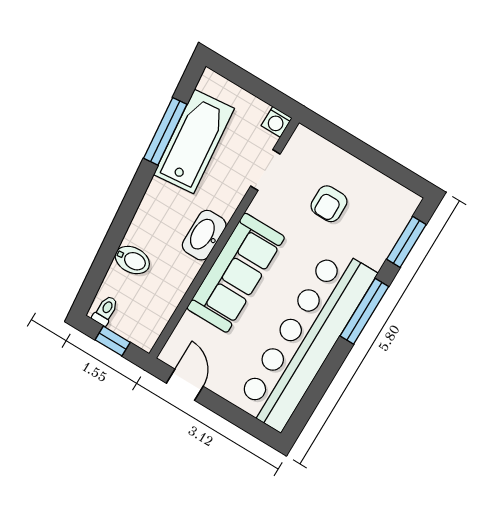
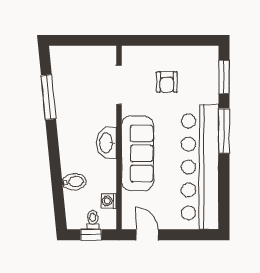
washing machine: (277, 122) -> (109, 201), moved, turned 90
bathtub: (194, 141) -> (68, 93), removed
doorway: (265, 170) -> (119, 85), width x1.38
toilet: (105, 311) -> (93, 220), moved

